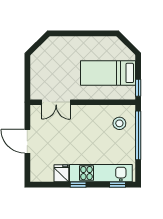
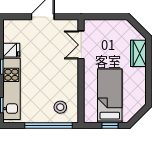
wardrobe: (65, 44) -> (138, 53), added
window: (138, 88) -> (110, 126), moved

